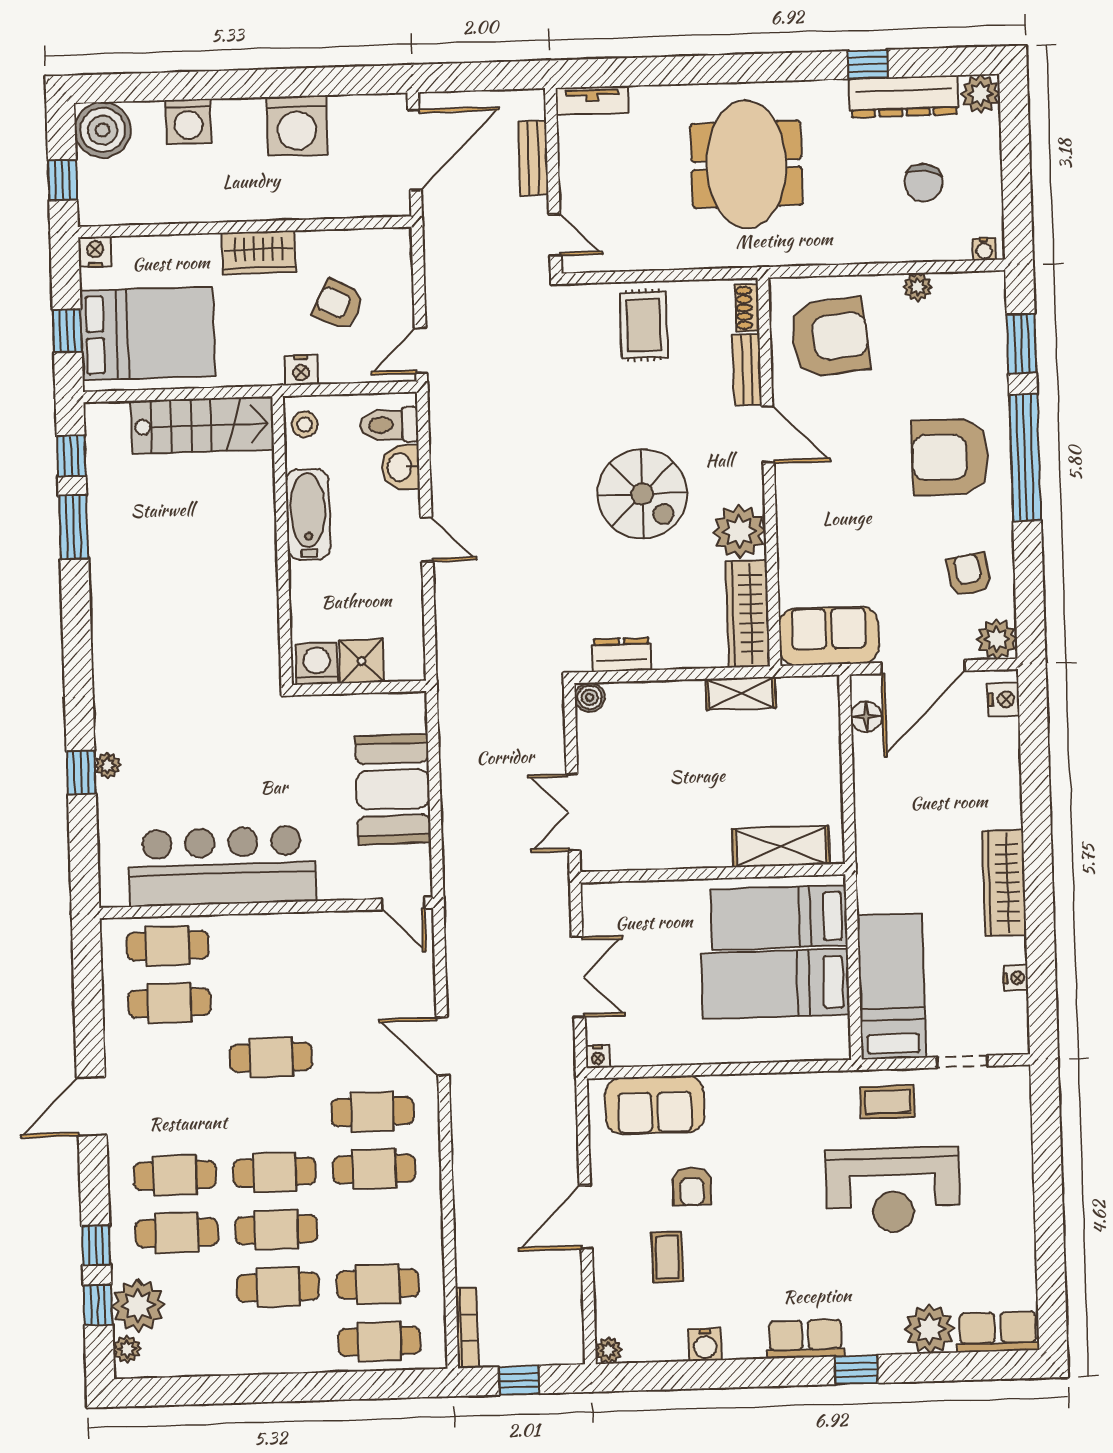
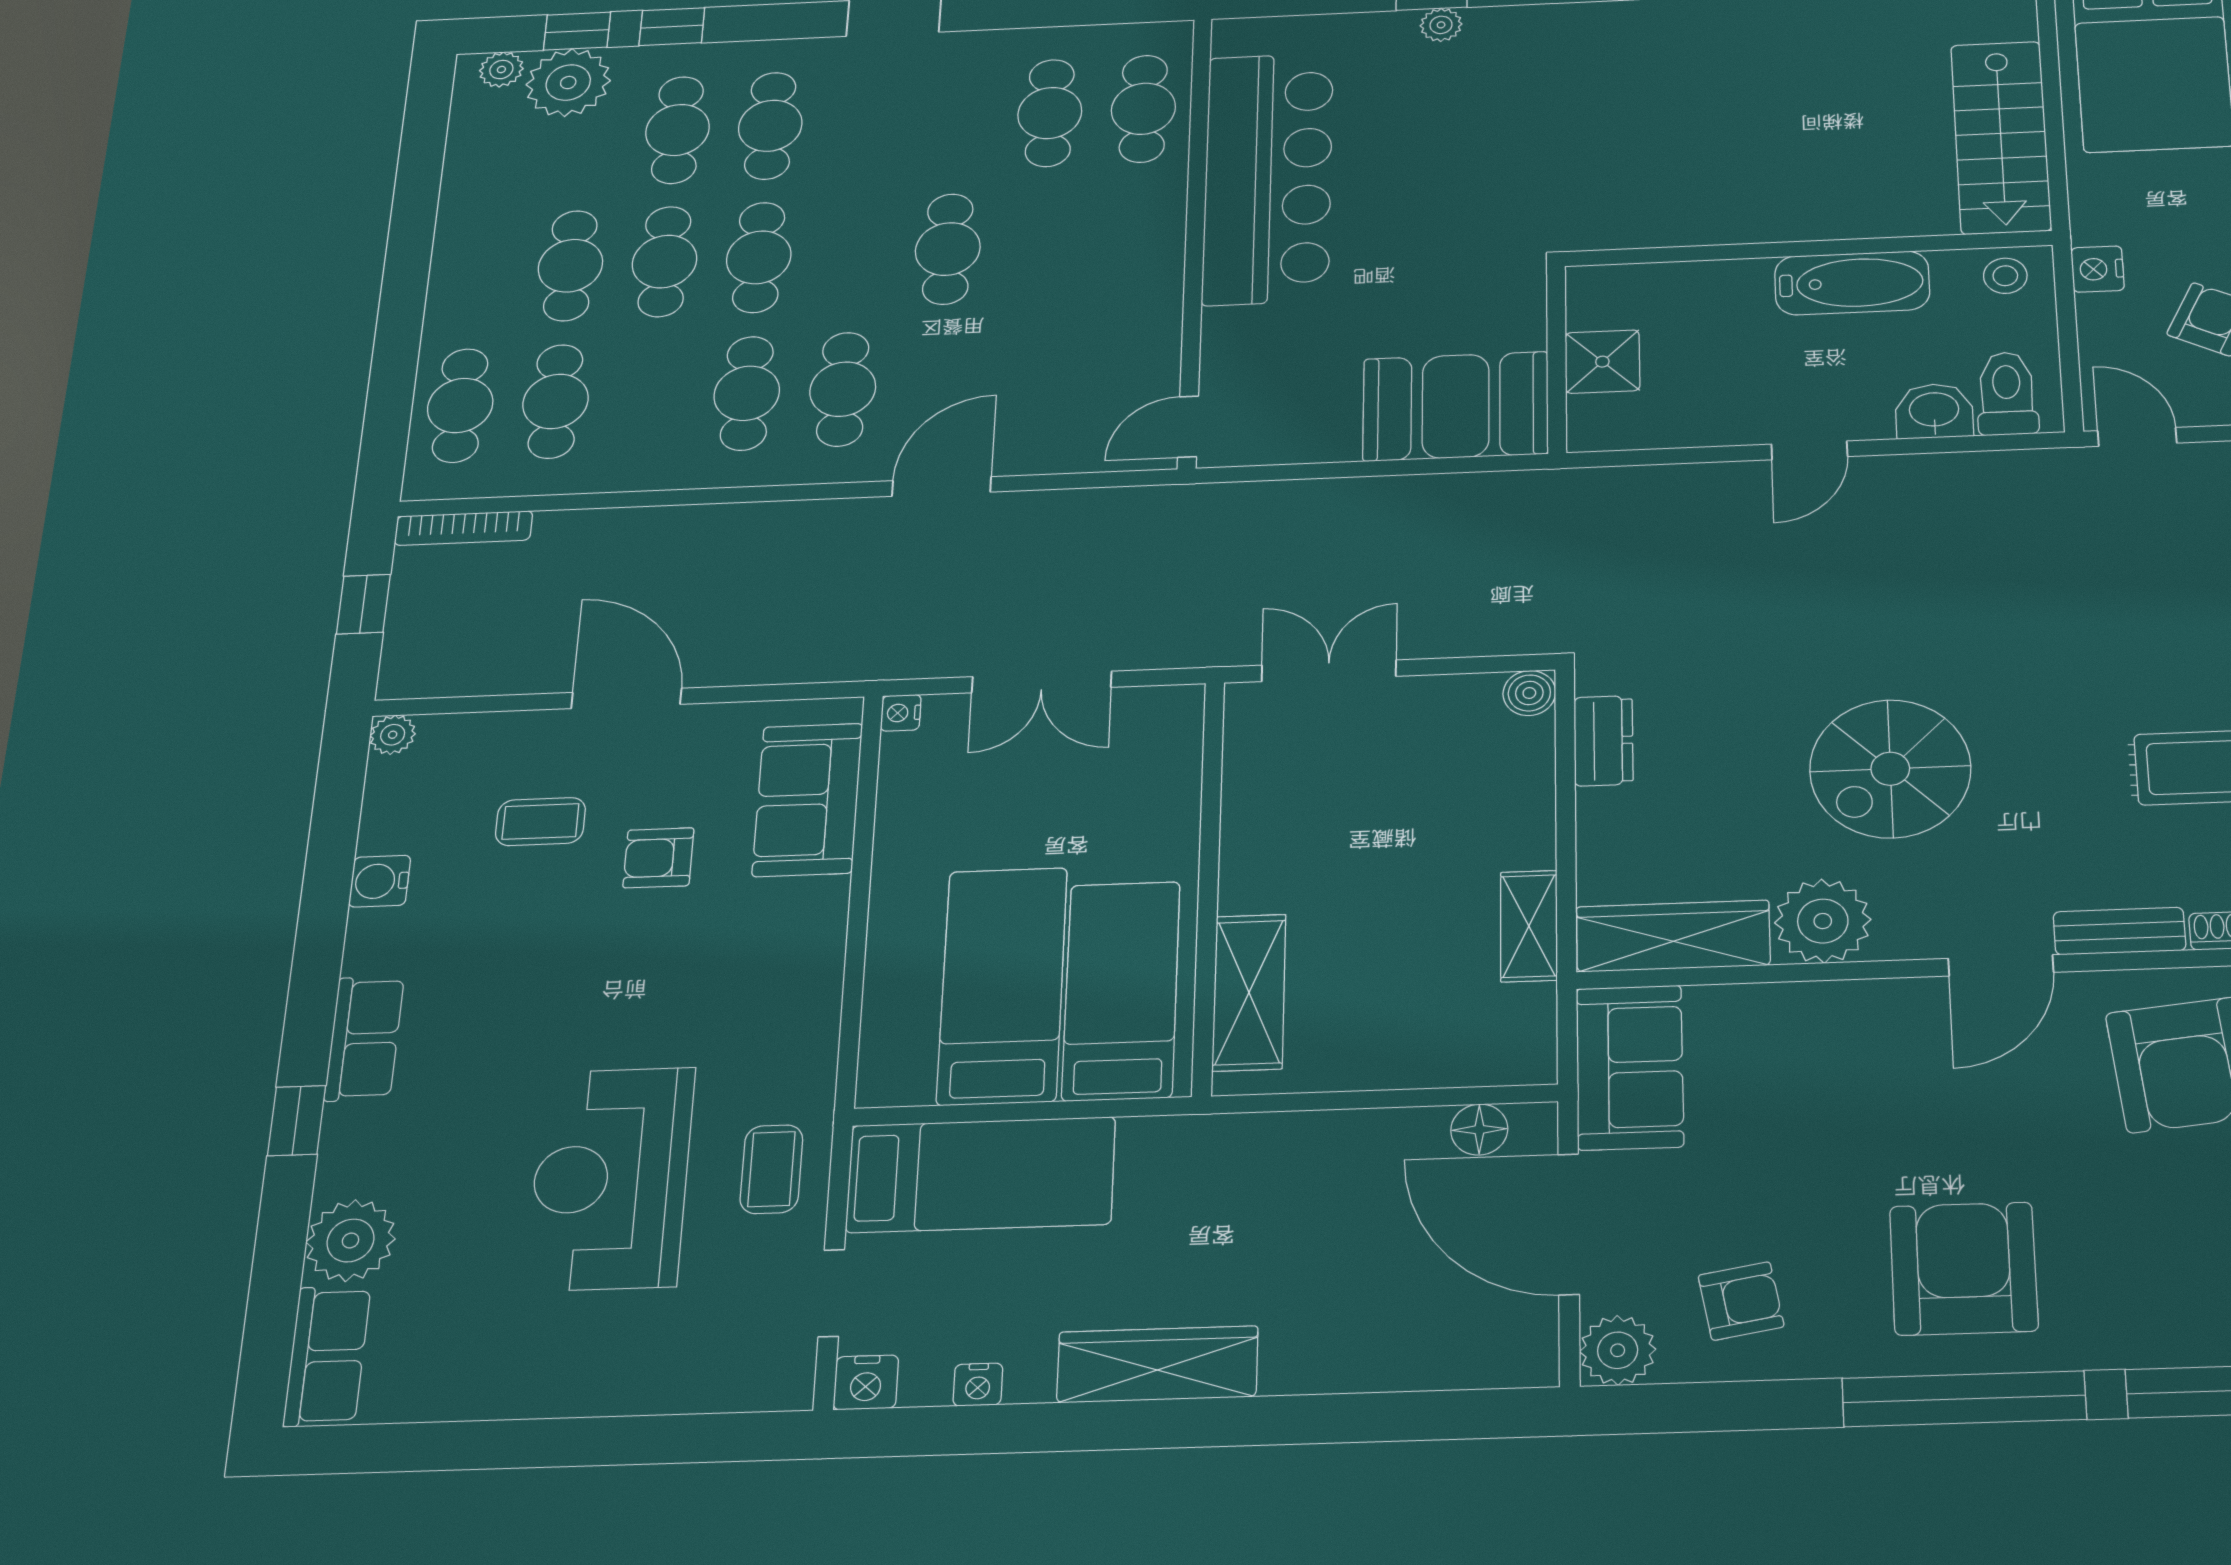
washing machine: (317, 664) -> (1600, 299), removed
nightstand: (1004, 699) -> (866, 1382), moved
booth: (393, 789) -> (1456, 406), moved

